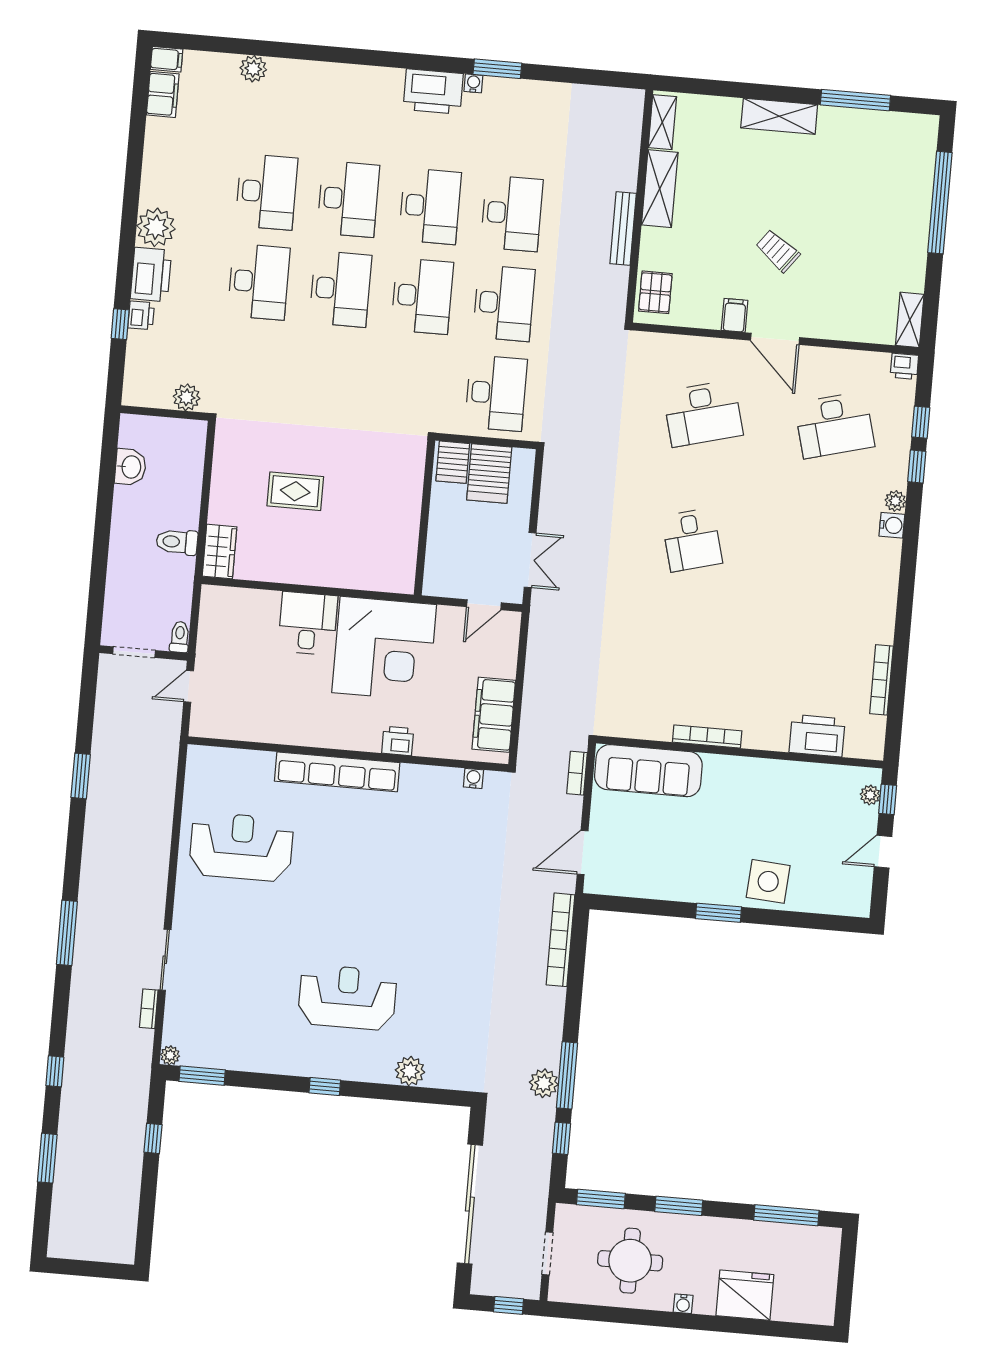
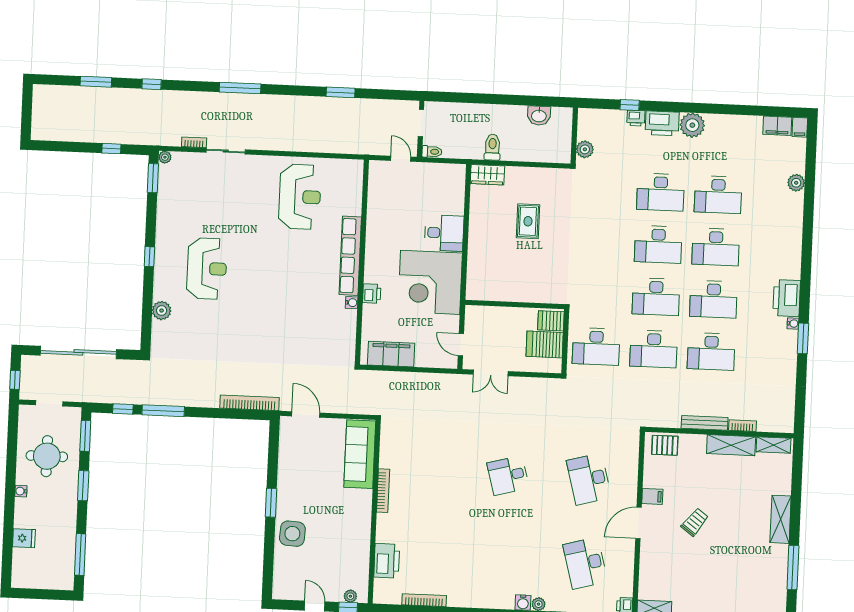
bookcase: (577, 773) -> (742, 426), moved
water cooler: (473, 778) -> (352, 303), moved
plant: (544, 1083) -> (158, 396), removed
fridge: (745, 1295) -> (24, 538), width x0.53, depth x0.75

